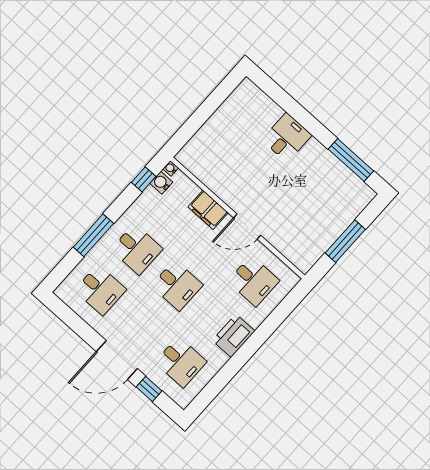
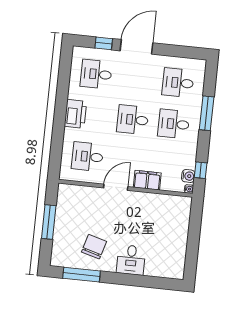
chair: (316, 180) -> (94, 247), added

